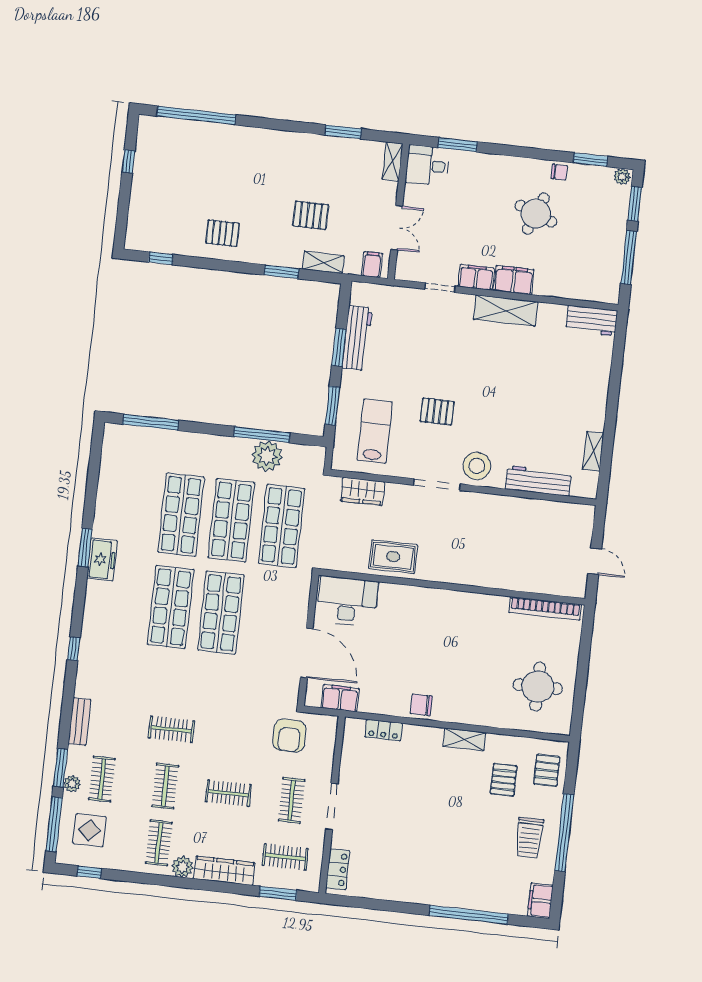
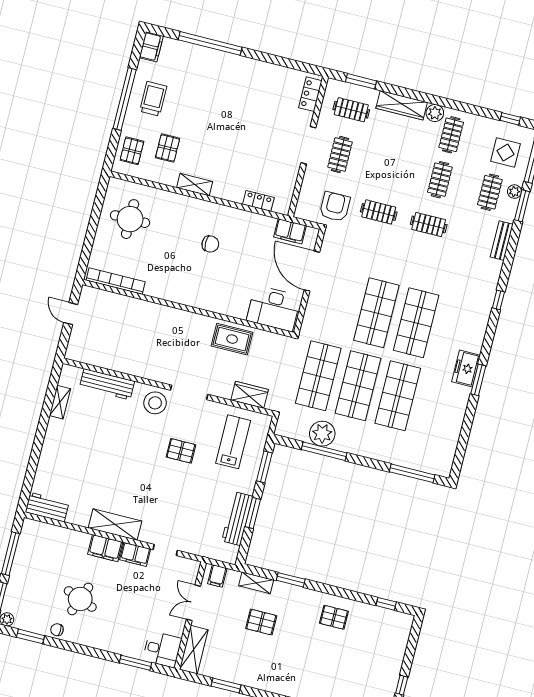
shelving: (393, 161) -> (194, 650), width x1.50, depth x1.33
lab bench: (375, 431) -> (233, 442), turned 180
chair: (421, 705) -> (210, 244), moved
clothes rail: (228, 793) -> (379, 212), moved

